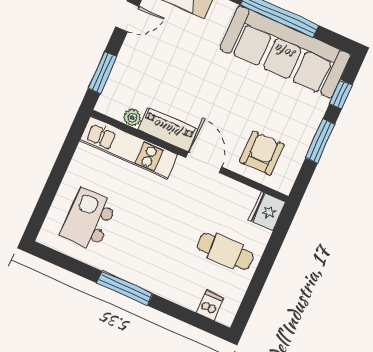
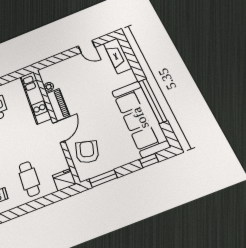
window: (102, 73) -> (55, 59), removed
window: (320, 141) -> (103, 178), moved
armchair: (262, 153) -> (87, 152), turned -75

